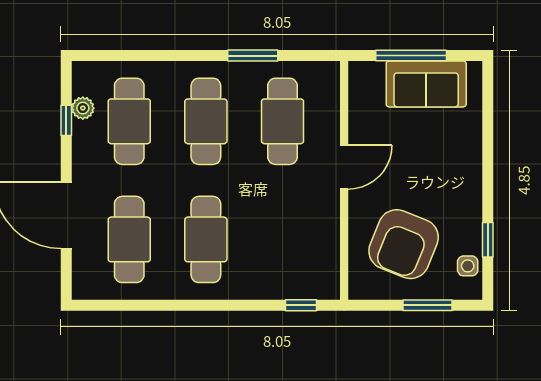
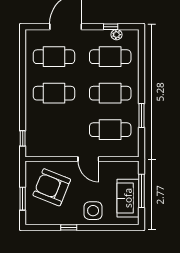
window: (488, 240) -> (69, 227), moved
side table: (468, 266) -> (93, 211), moved, width x1.87, depth x1.87

